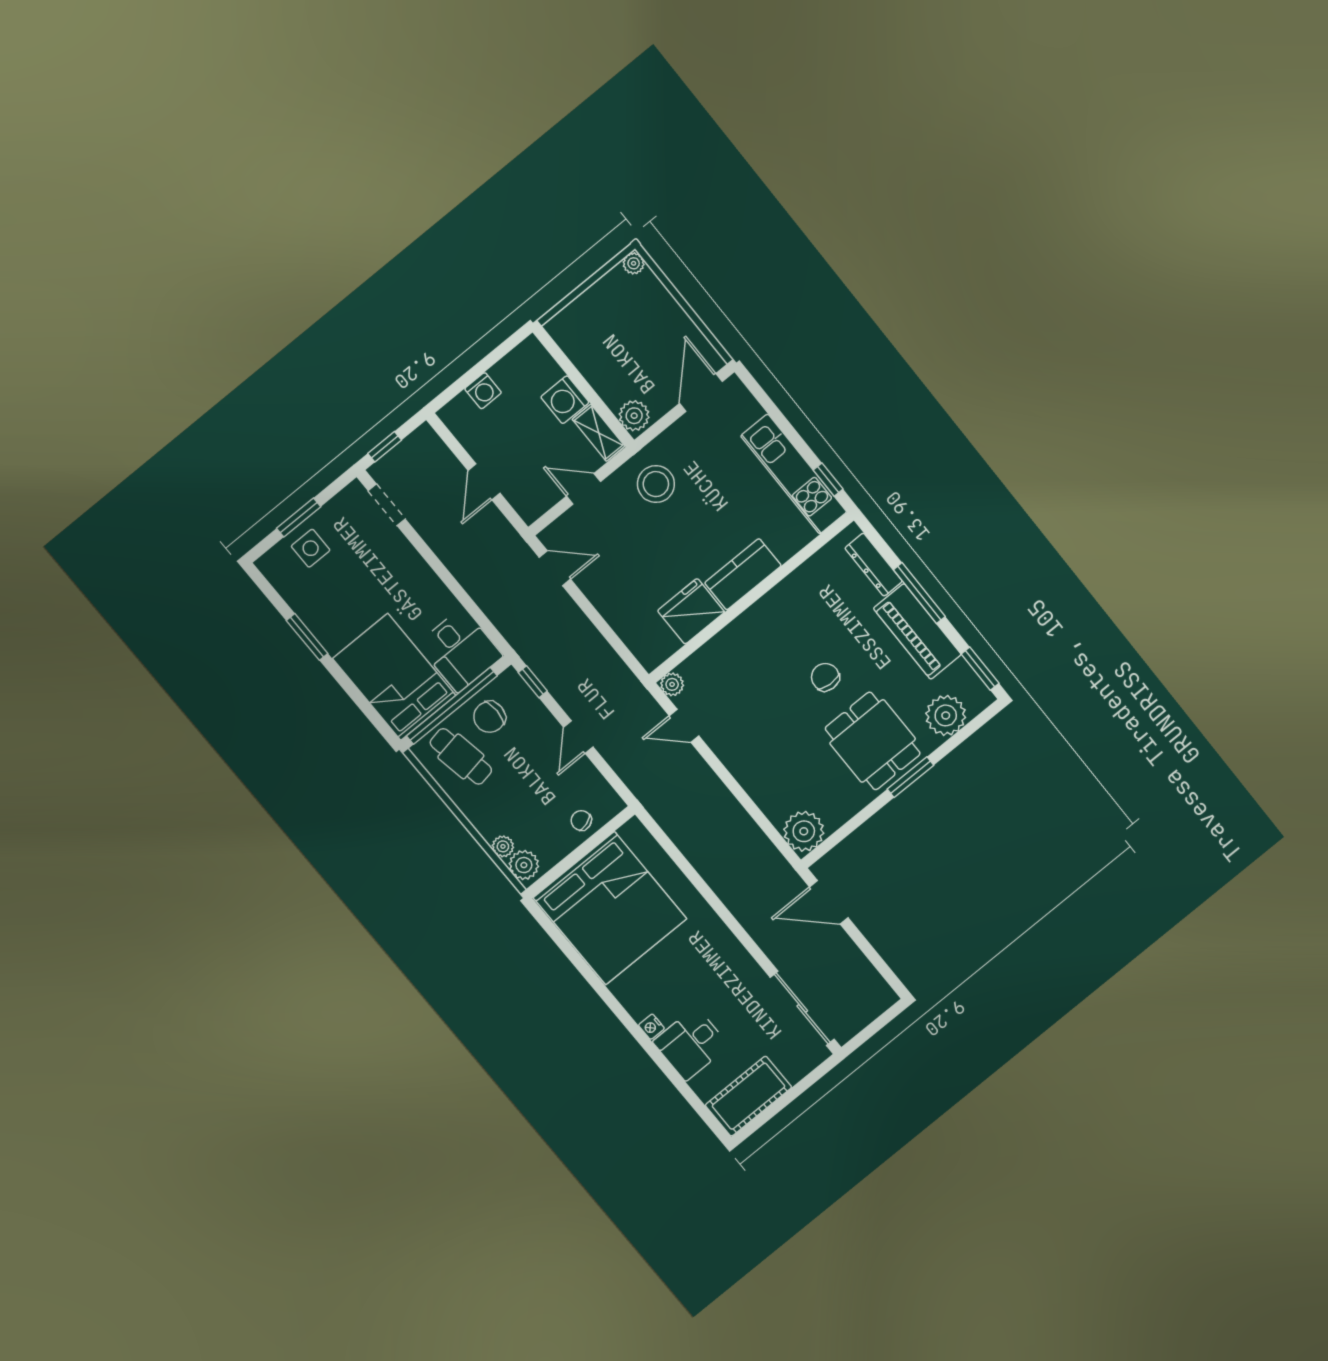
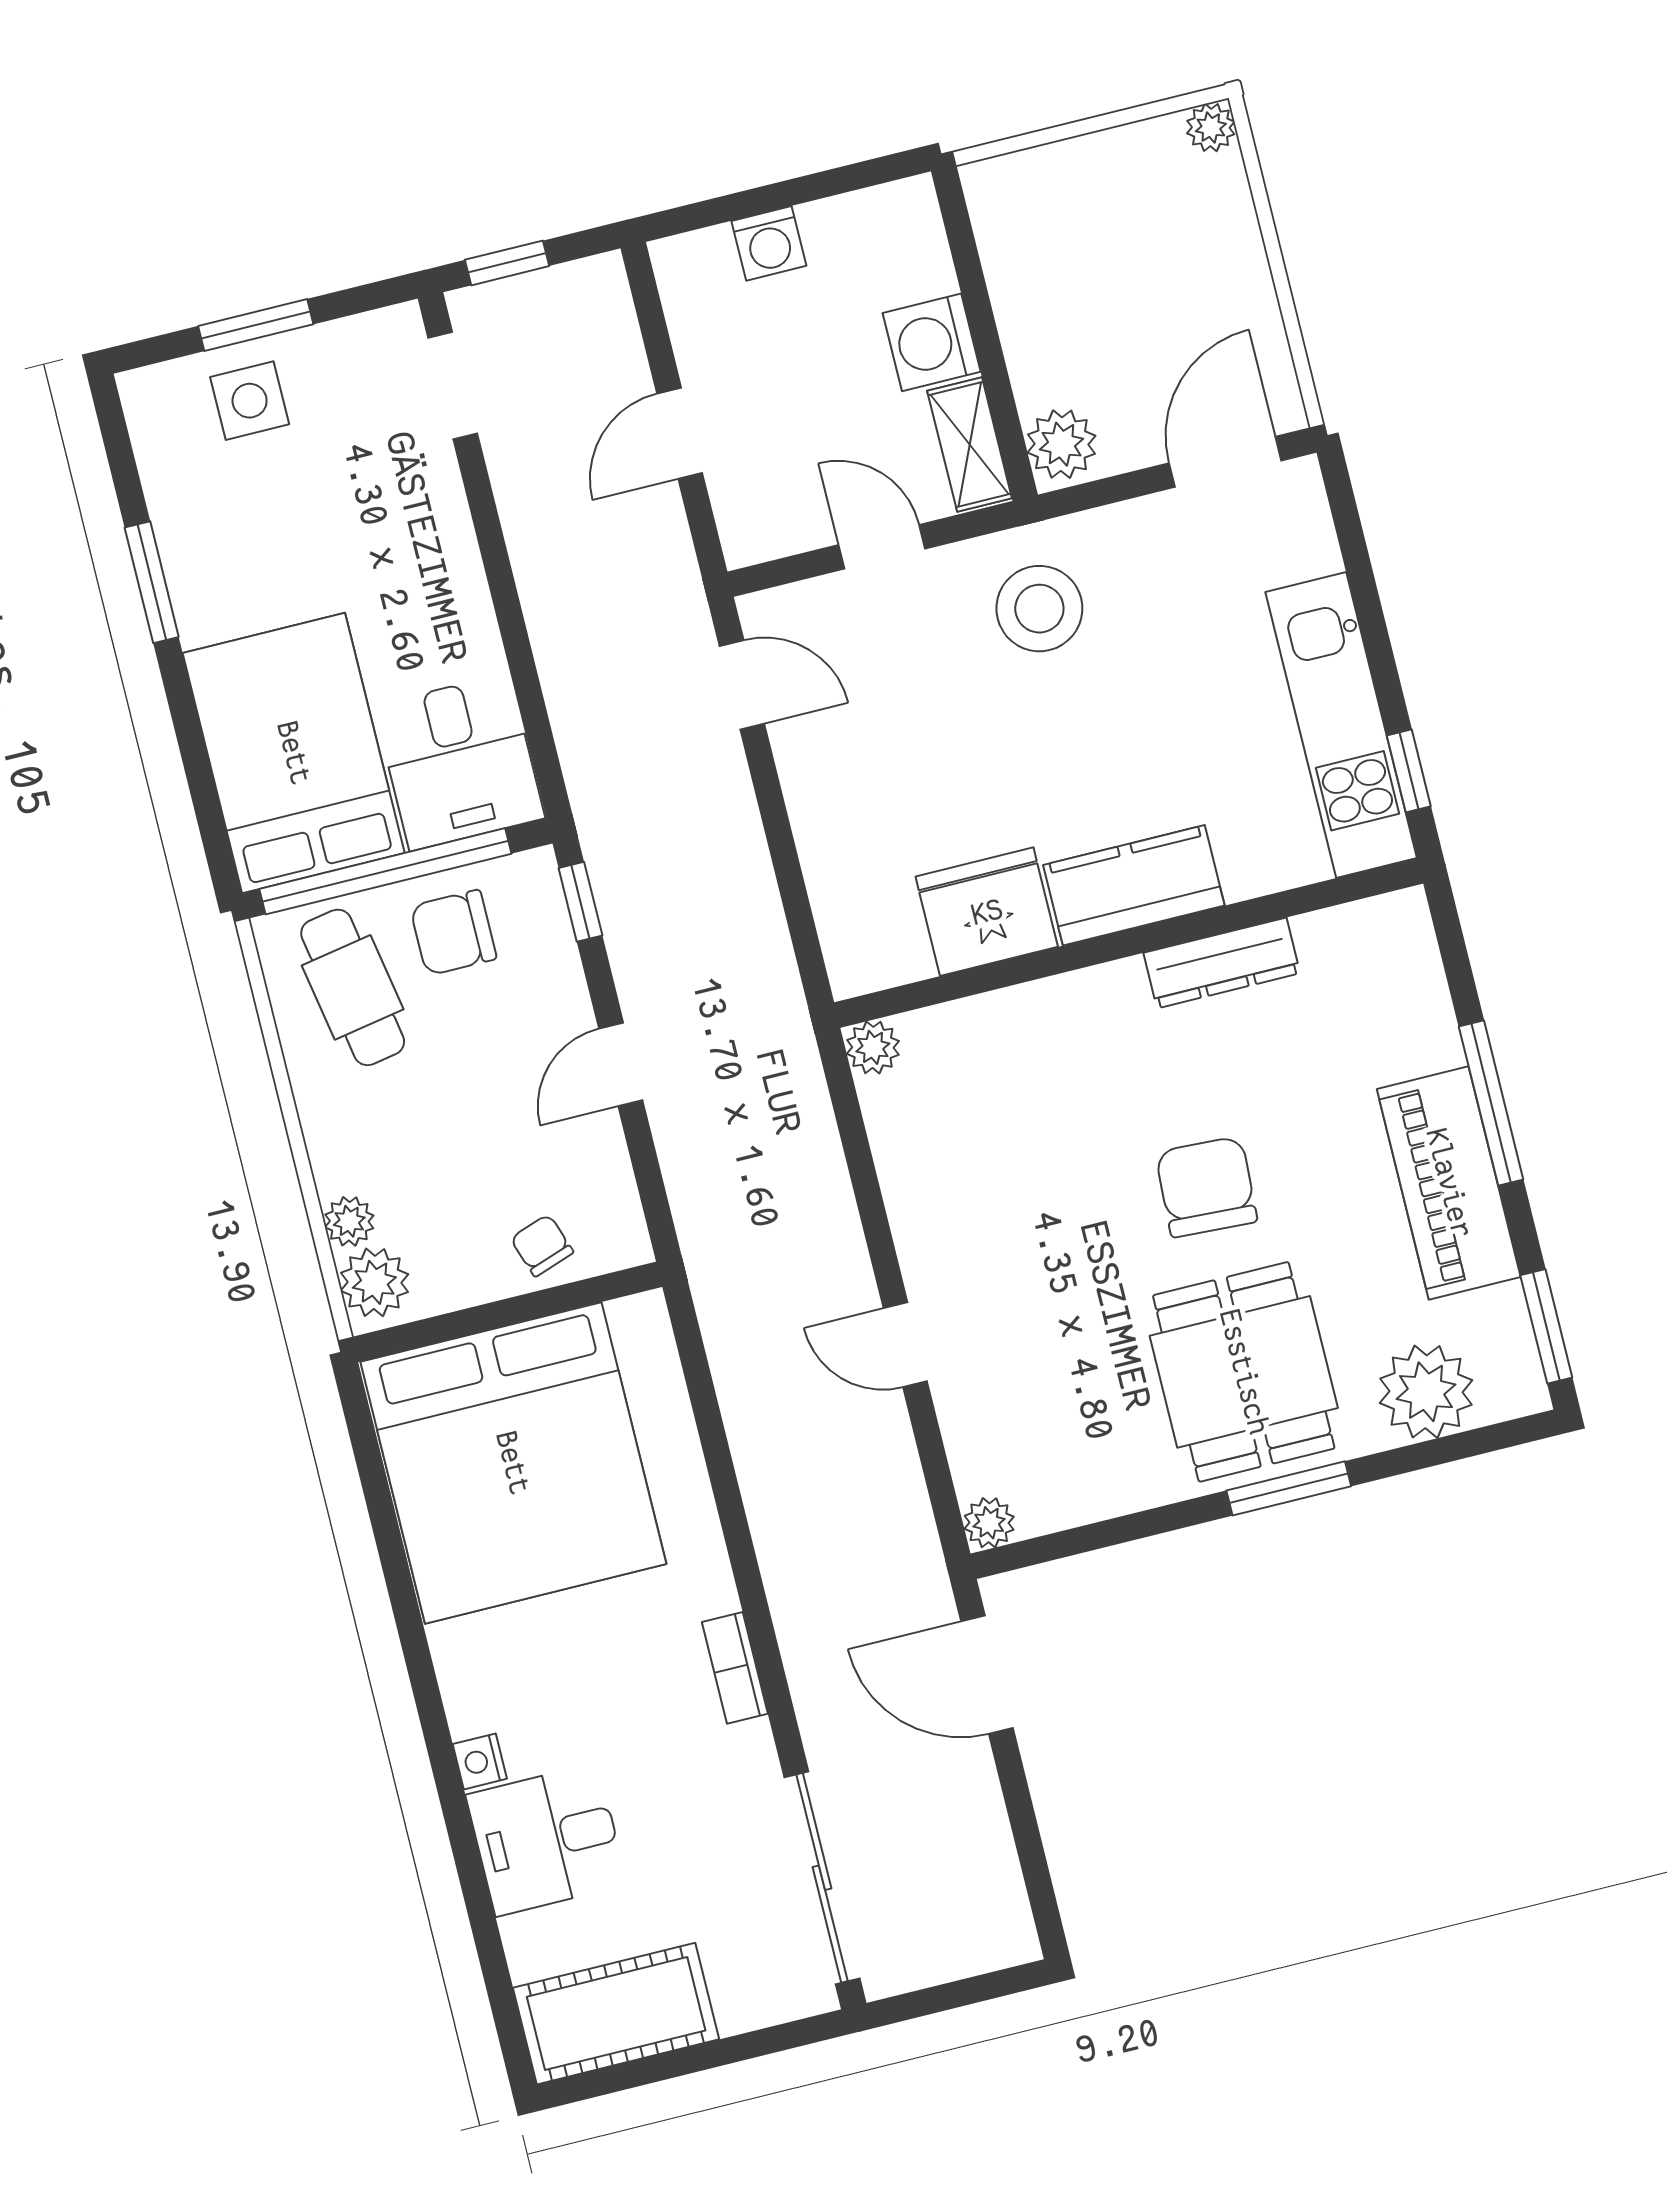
dresser: (874, 565) -> (1222, 963), moved, turned -90
chair: (825, 677) -> (1206, 1187), width x1.37, depth x1.37
door: (684, 726) -> (905, 1345), moved
plant: (804, 831) -> (989, 1523), width x0.53, depth x0.53
bookcase: (732, 945) -> (735, 1668), added

